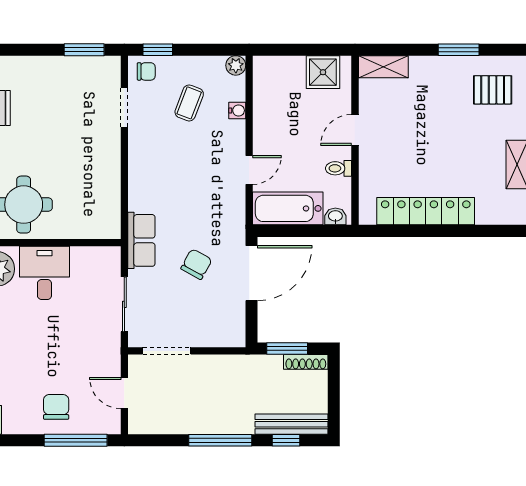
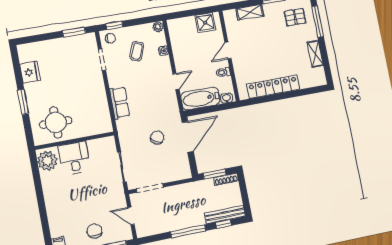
shelving: (383, 67) -> (250, 12), moved
row of seats: (141, 240) -> (120, 103), moved

